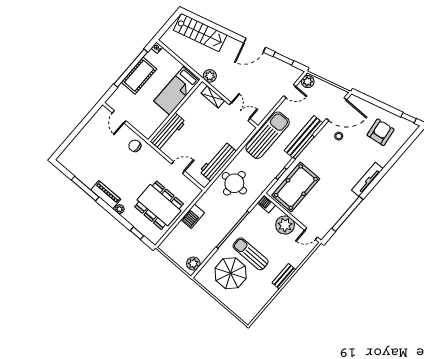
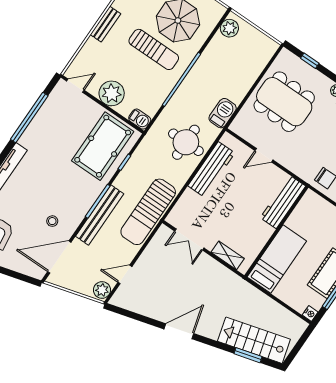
window: (283, 59) -> (248, 355), moved
plant: (210, 76) -> (235, 283), removed
barbecue: (193, 216) -> (223, 113), moved

